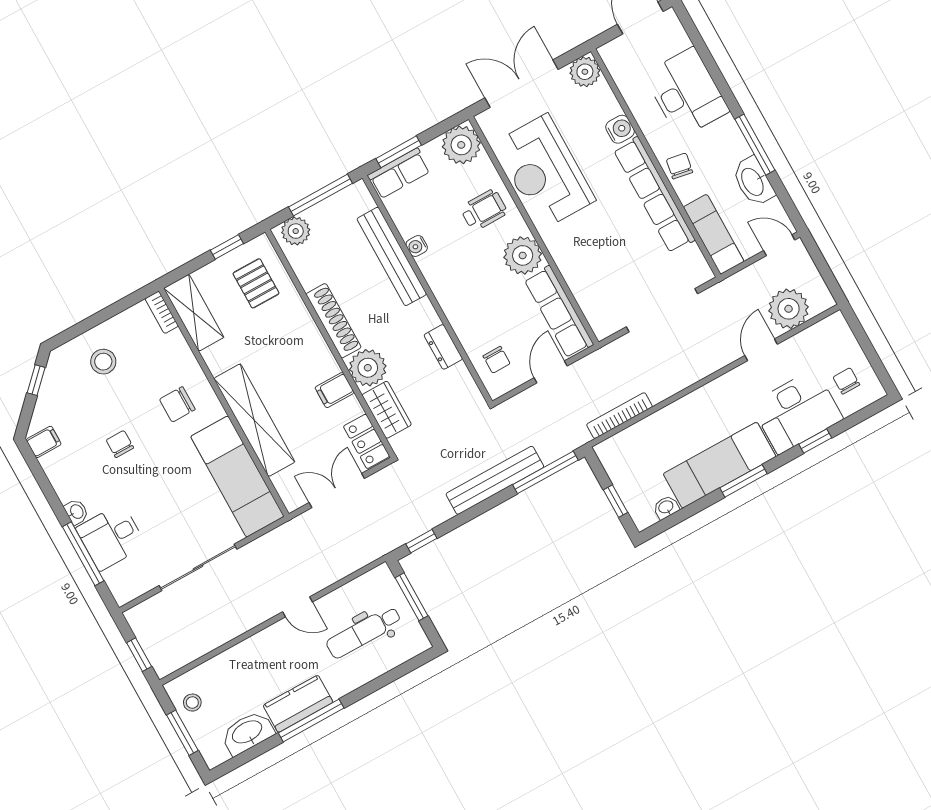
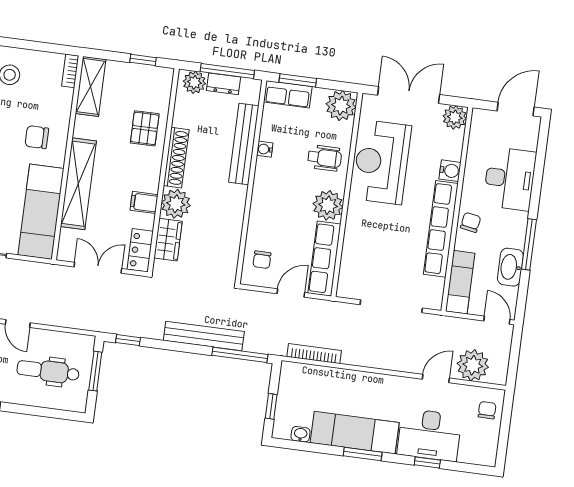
pallet: (256, 283) -> (145, 128), moved
dresser: (443, 347) -> (224, 84), moved, turned -90
chair: (846, 381) -> (487, 410), moved

